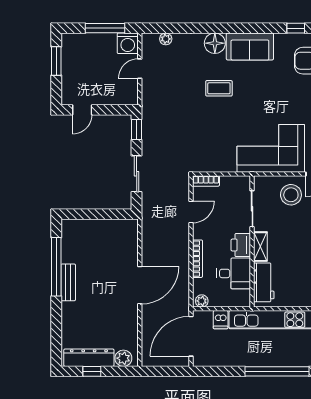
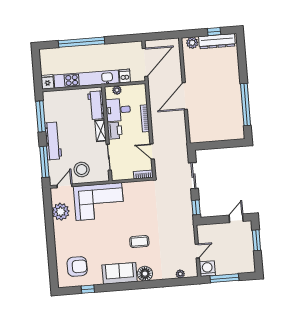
window: (56, 61) -> (256, 240), moved
door: (191, 212) -> (152, 151), hinge flipped
bench: (68, 282) -> (236, 94), removed
plant: (202, 301) -> (117, 90), moved

